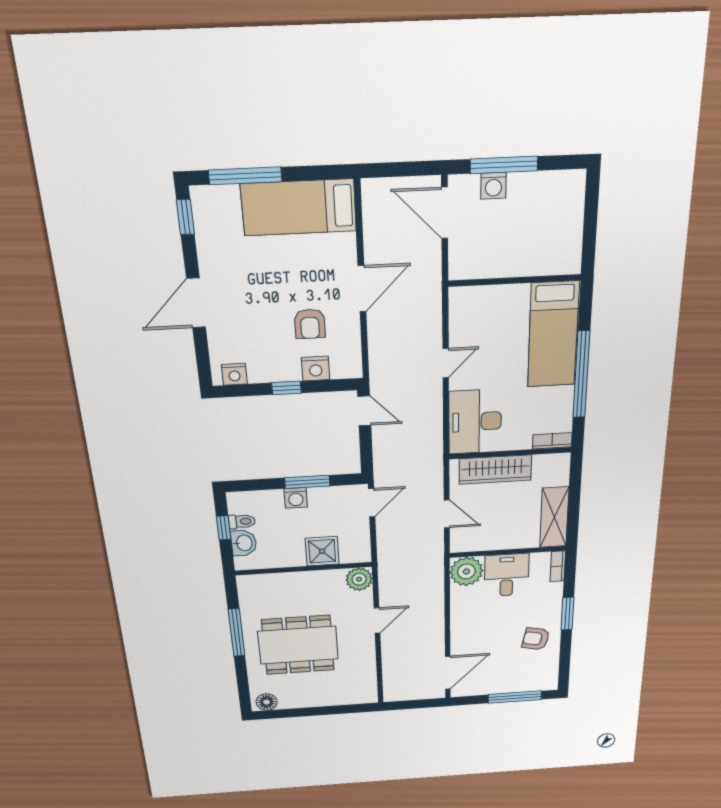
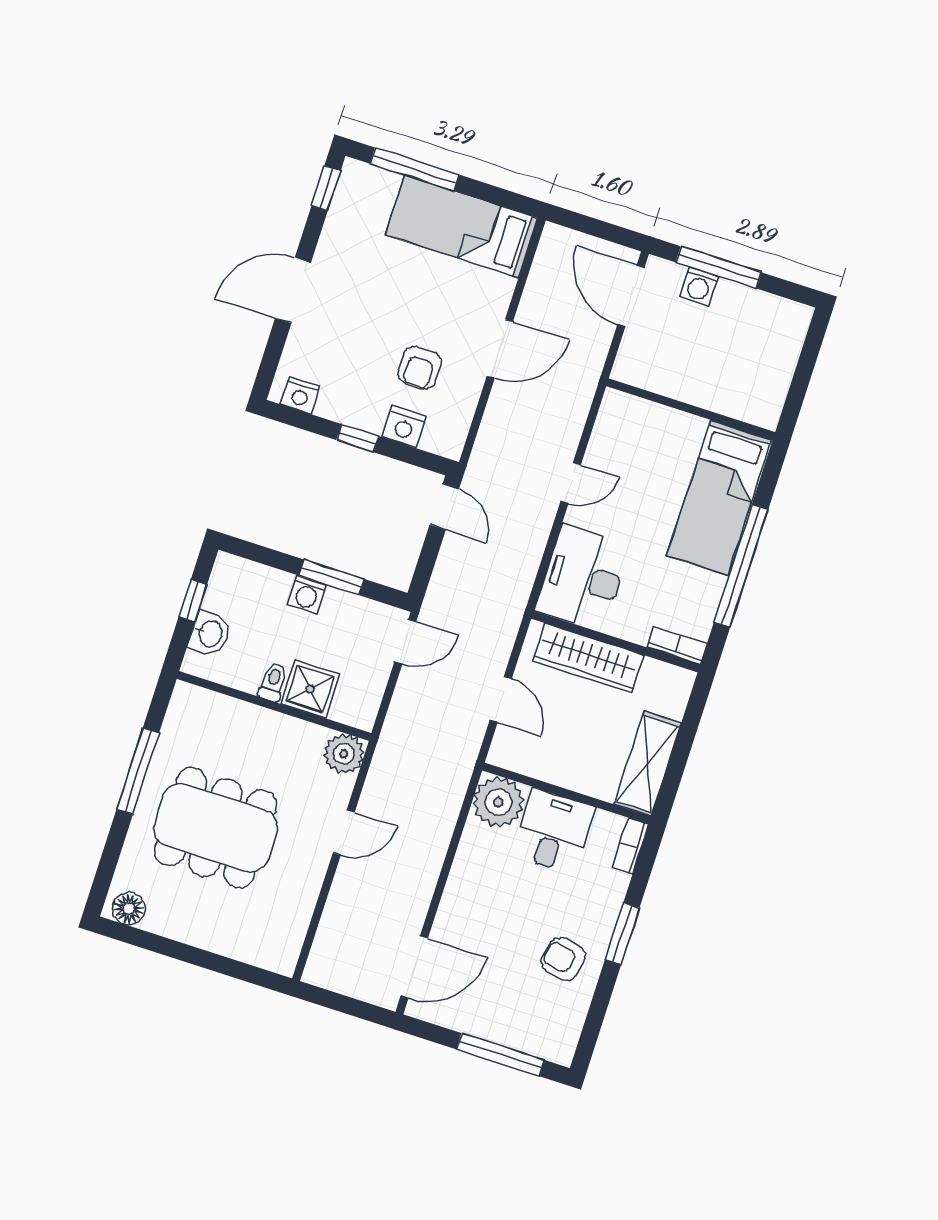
toilet: (242, 521) -> (273, 682), moved, turned -90

